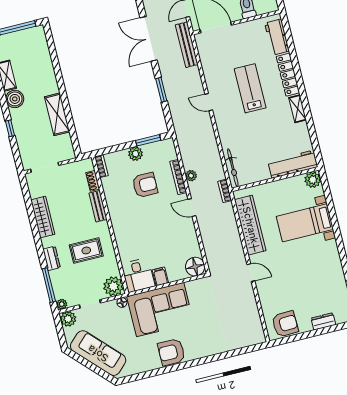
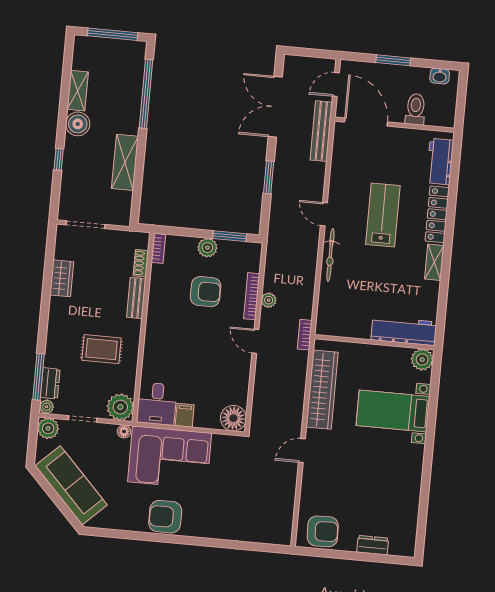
window: (55, 61) -> (146, 94), added
bicycle: (233, 168) -> (330, 255), moved
wardrobe: (43, 217) -> (62, 278), width x0.67
dresser: (52, 258) -> (50, 383), moved
door: (251, 273) -> (302, 451), swing flipped

